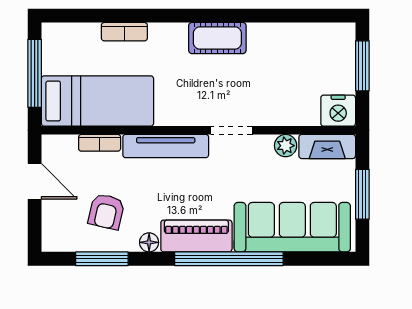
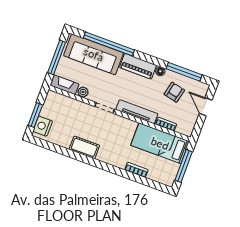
cot: (217, 38) -> (84, 147), moved
nightstand: (338, 111) -> (43, 126), moved, turned -90
door: (35, 181) -> (206, 107), moved
window: (362, 194) -> (57, 57), width x1.44
window: (102, 259) -> (184, 72), width x1.44
window: (229, 259) -> (109, 44), moved

